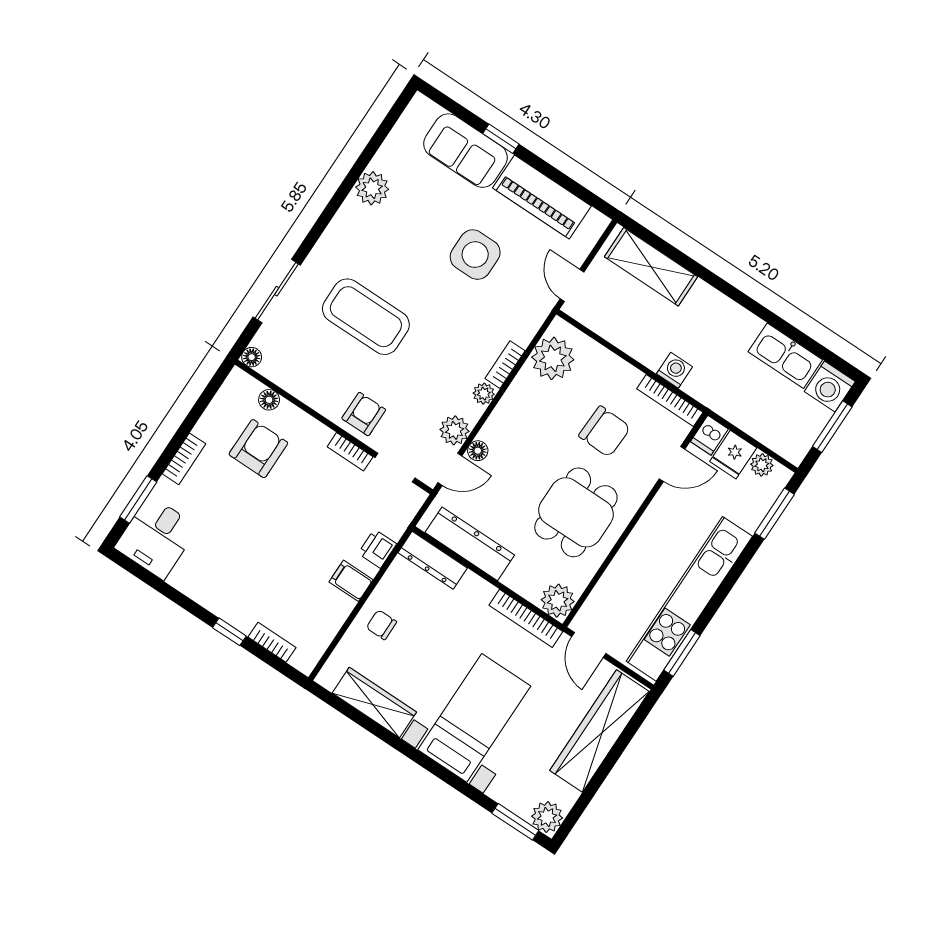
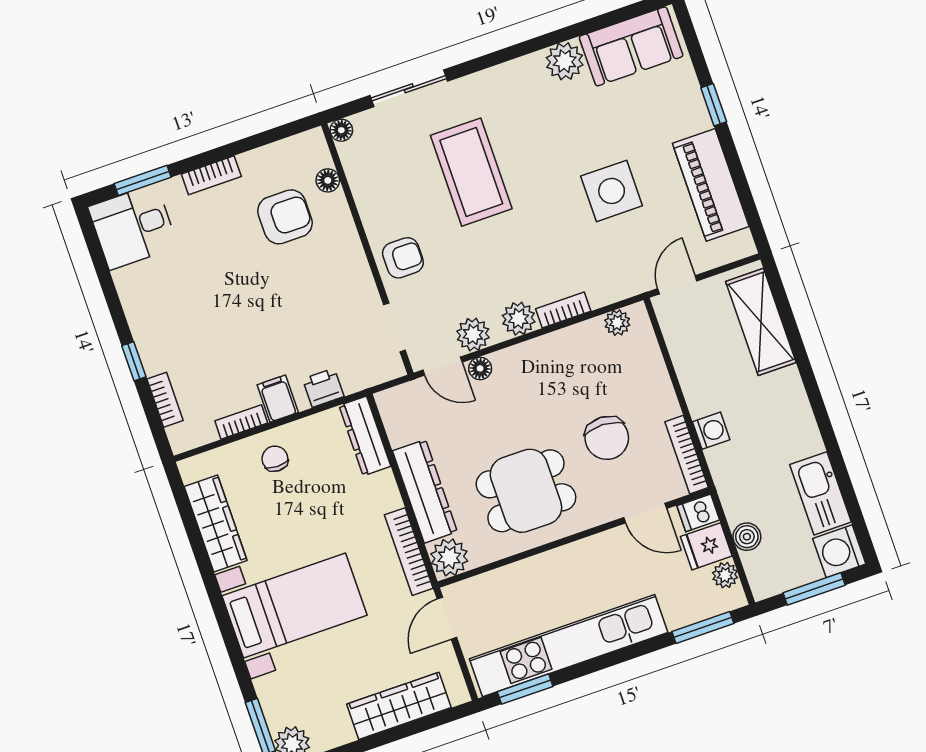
sofa: (465, 151) -> (631, 46), moved, turned -90
plant: (553, 358) -> (617, 323), width x0.53, depth x0.53
plant: (484, 394) -> (519, 319), width x1.38, depth x1.38
boiler: (757, 426) -> (747, 537), added
bookcase: (350, 452) -> (241, 422), moved, turned 90
dresser: (470, 544) -> (425, 491), moved
wardrobe: (600, 731) -> (399, 706), width x0.71, depth x0.85

